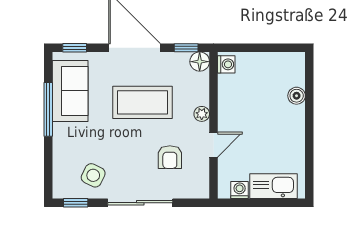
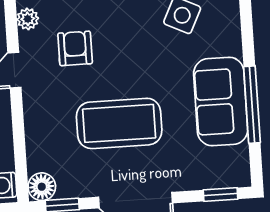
sofa: (70, 91) -> (221, 101), moved
plant: (202, 114) -> (28, 19), moved

